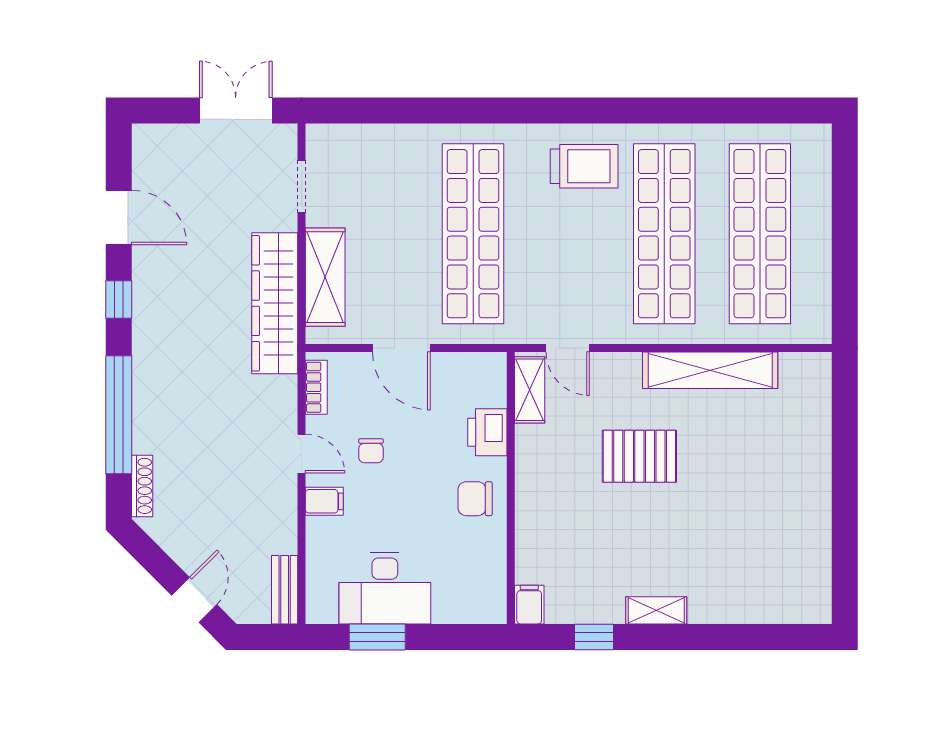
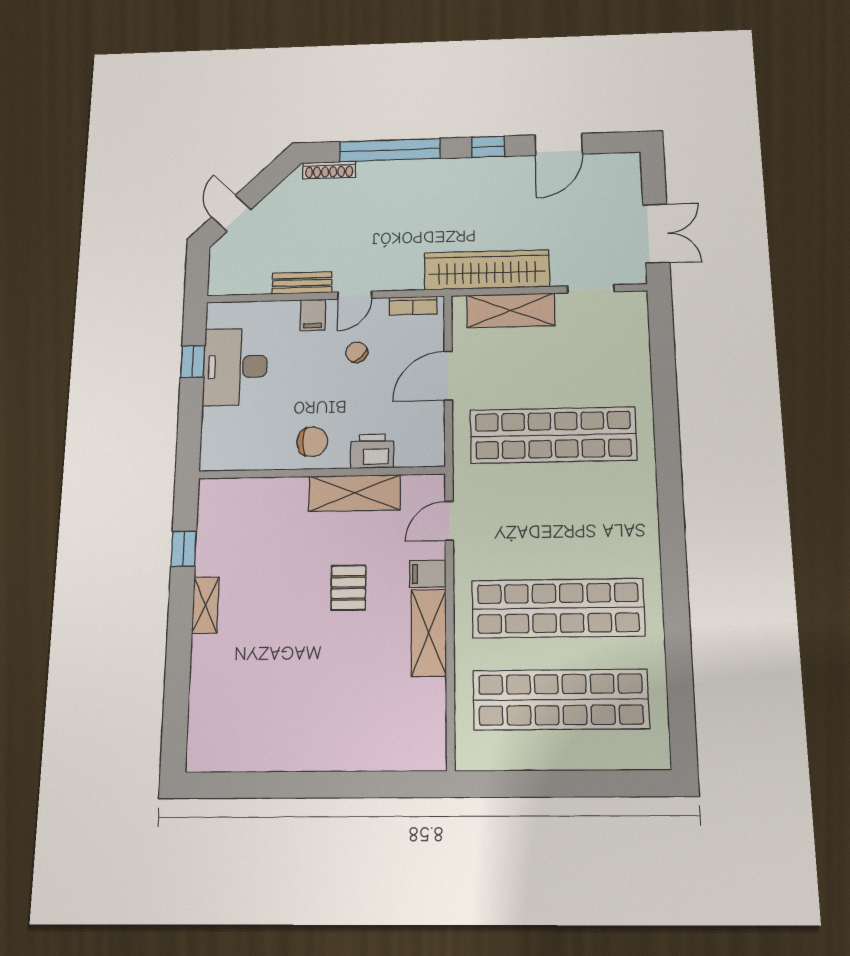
trolley: (584, 166) -> (619, 533), removed
shelving: (710, 370) -> (429, 633), width x0.68
shelving: (530, 390) -> (355, 493), moved, width x1.50, depth x1.33
chair: (371, 451) -> (357, 352), turned 46
pallet: (639, 456) -> (348, 588), width x0.67, depth x0.71
chair: (475, 499) -> (312, 442), turned 90
bench: (285, 590) -> (302, 283), moved
door: (194, 600) -> (231, 213), swing flipped
filing cabinet: (529, 605) -> (428, 574), moved, turned 180
window: (377, 637) -> (193, 362), width x0.67

